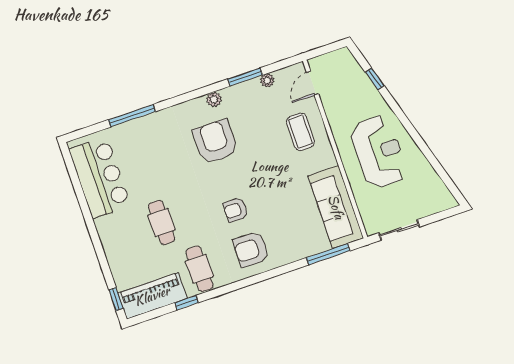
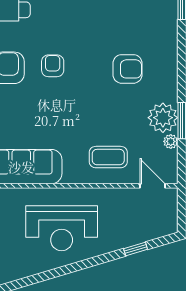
plant: (214, 99) -> (163, 118), moved, width x1.88, depth x1.88
armchair: (215, 142) -> (128, 69), width x0.73, depth x0.73

